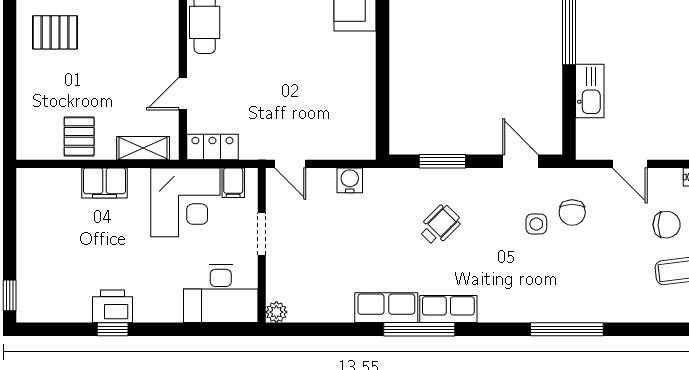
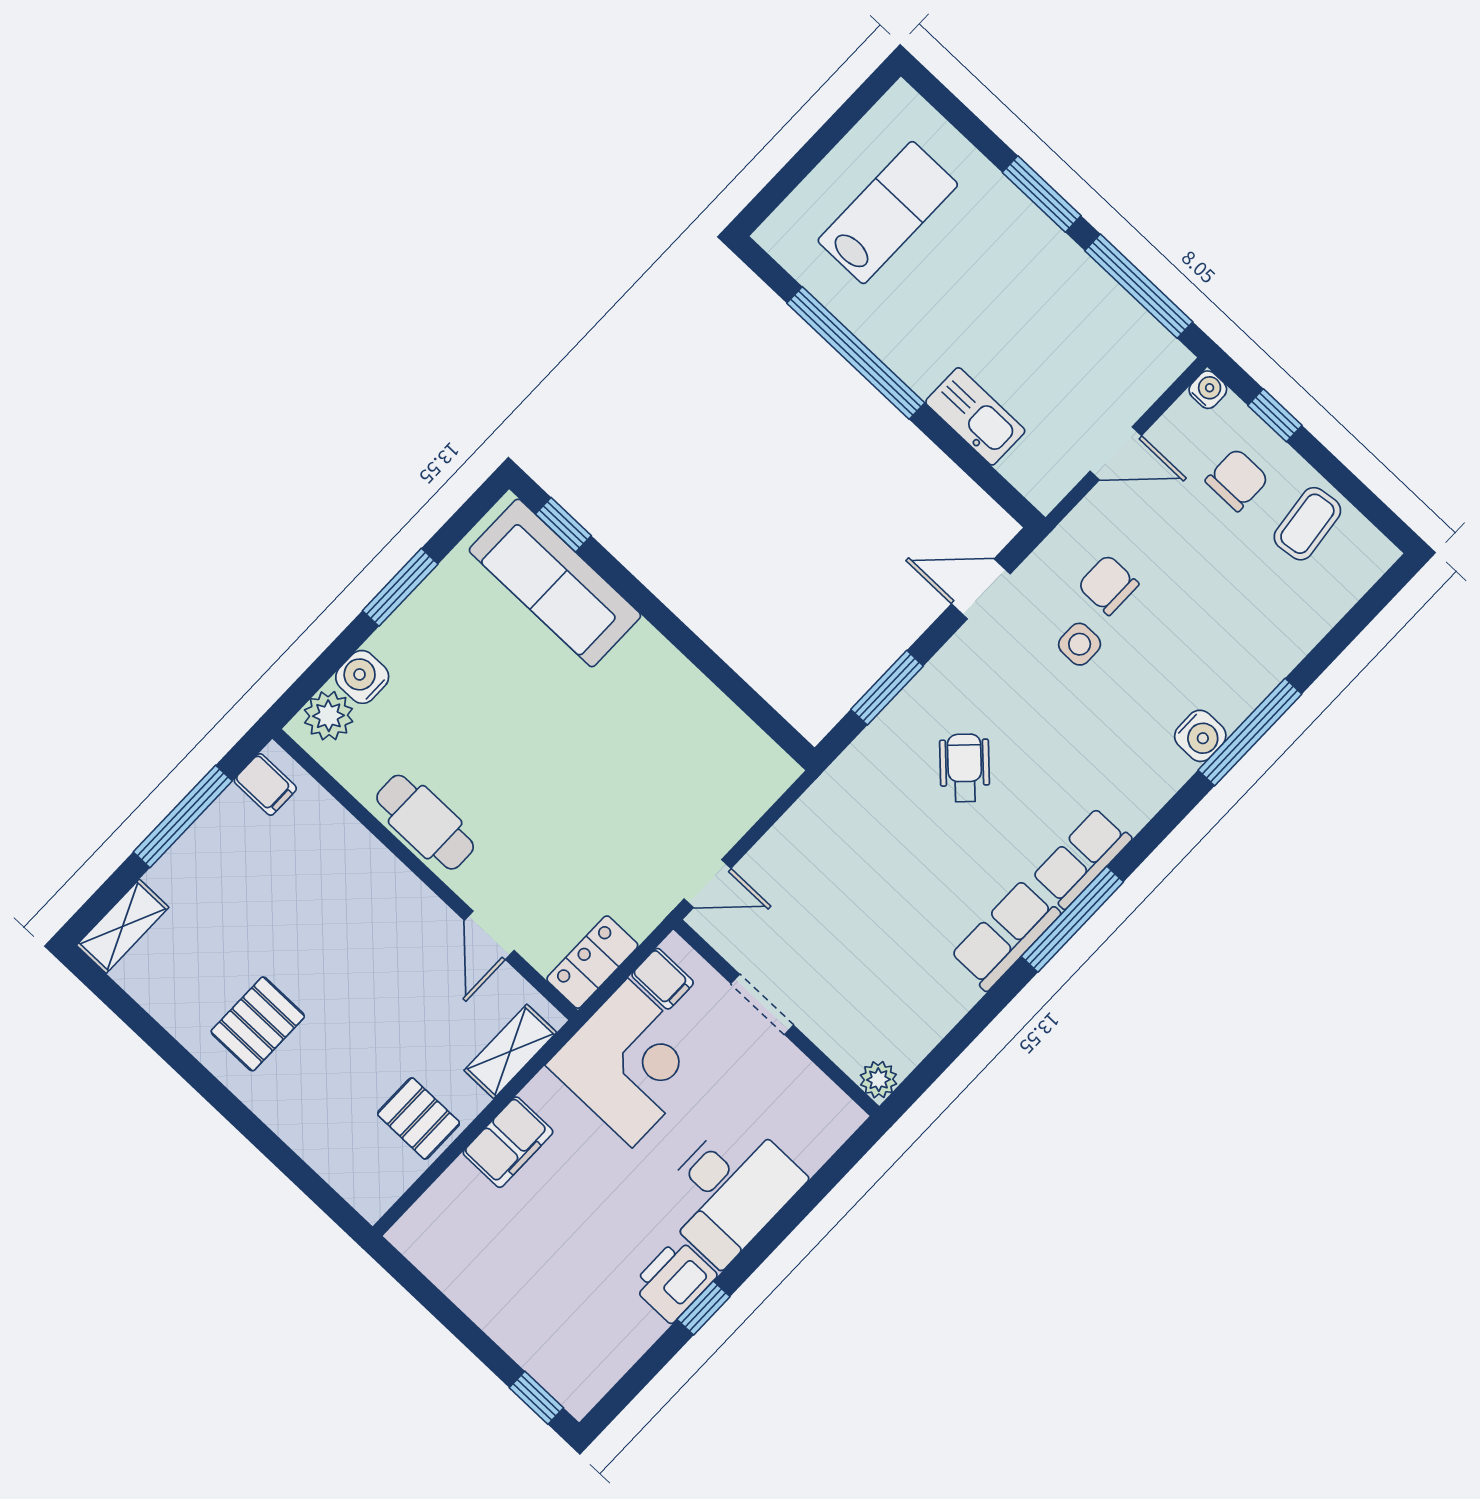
water cooler: (350, 180) -> (1200, 736), moved, turned 180
chair: (572, 213) -> (1108, 585), turned 180
desk: (221, 294) -> (729, 1190), moved

